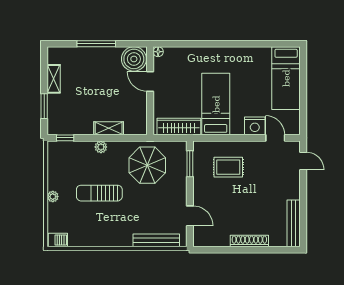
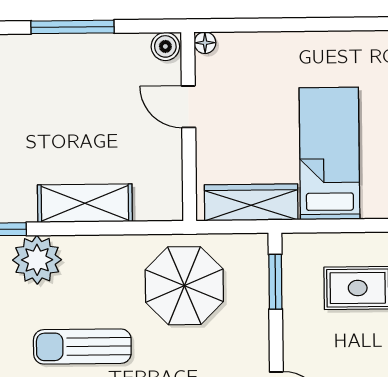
boiler: (134, 59) -> (165, 46), width x0.54, depth x0.54
shelving: (109, 128) -> (85, 203), width x1.50, depth x1.33
plant: (101, 147) -> (37, 260), moved, width x1.87, depth x1.87

